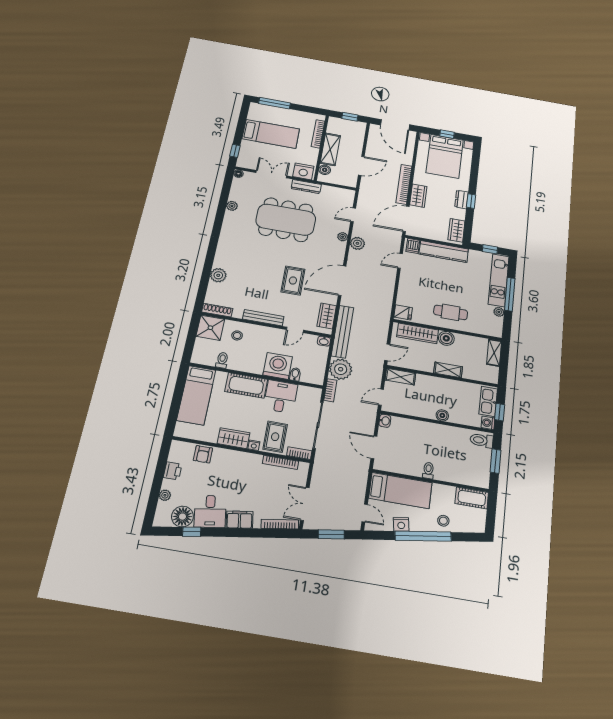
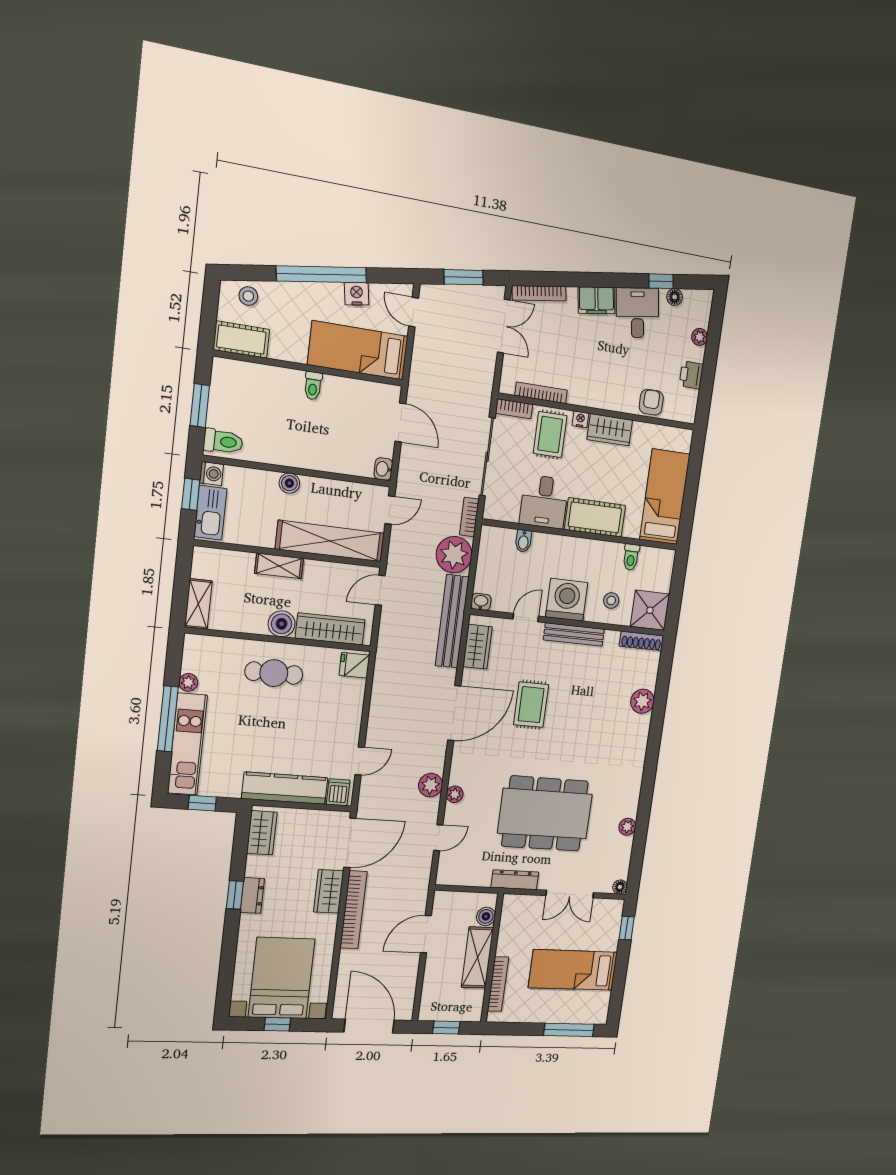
nightstand: (303, 171) -> (520, 908), removed
washing machine: (278, 366) -> (567, 600), moved, turned 180
shelving: (400, 377) -> (330, 541), width x2.20, depth x1.33
floor lamp: (182, 517) -> (675, 297), width x0.53, depth x0.53
stool: (443, 521) -> (248, 296), moved

